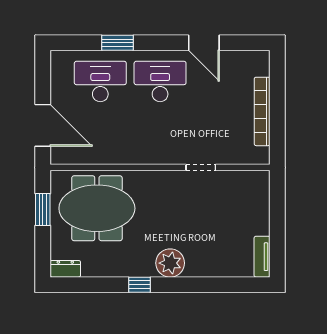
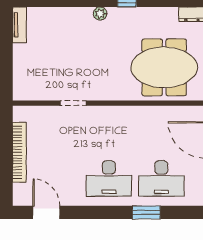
door: (204, 43) -> (46, 212), moved
plant: (170, 263) -> (100, 14), width x0.53, depth x0.53

